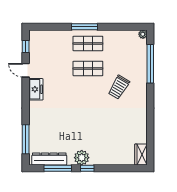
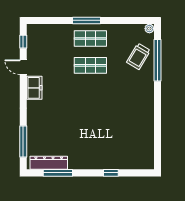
trolley: (119, 87) -> (138, 56), moved
wardrobe: (141, 155) -> (147, 158), removed
plant: (82, 158) -> (84, 161), removed
window: (87, 168) -> (111, 173), moved

